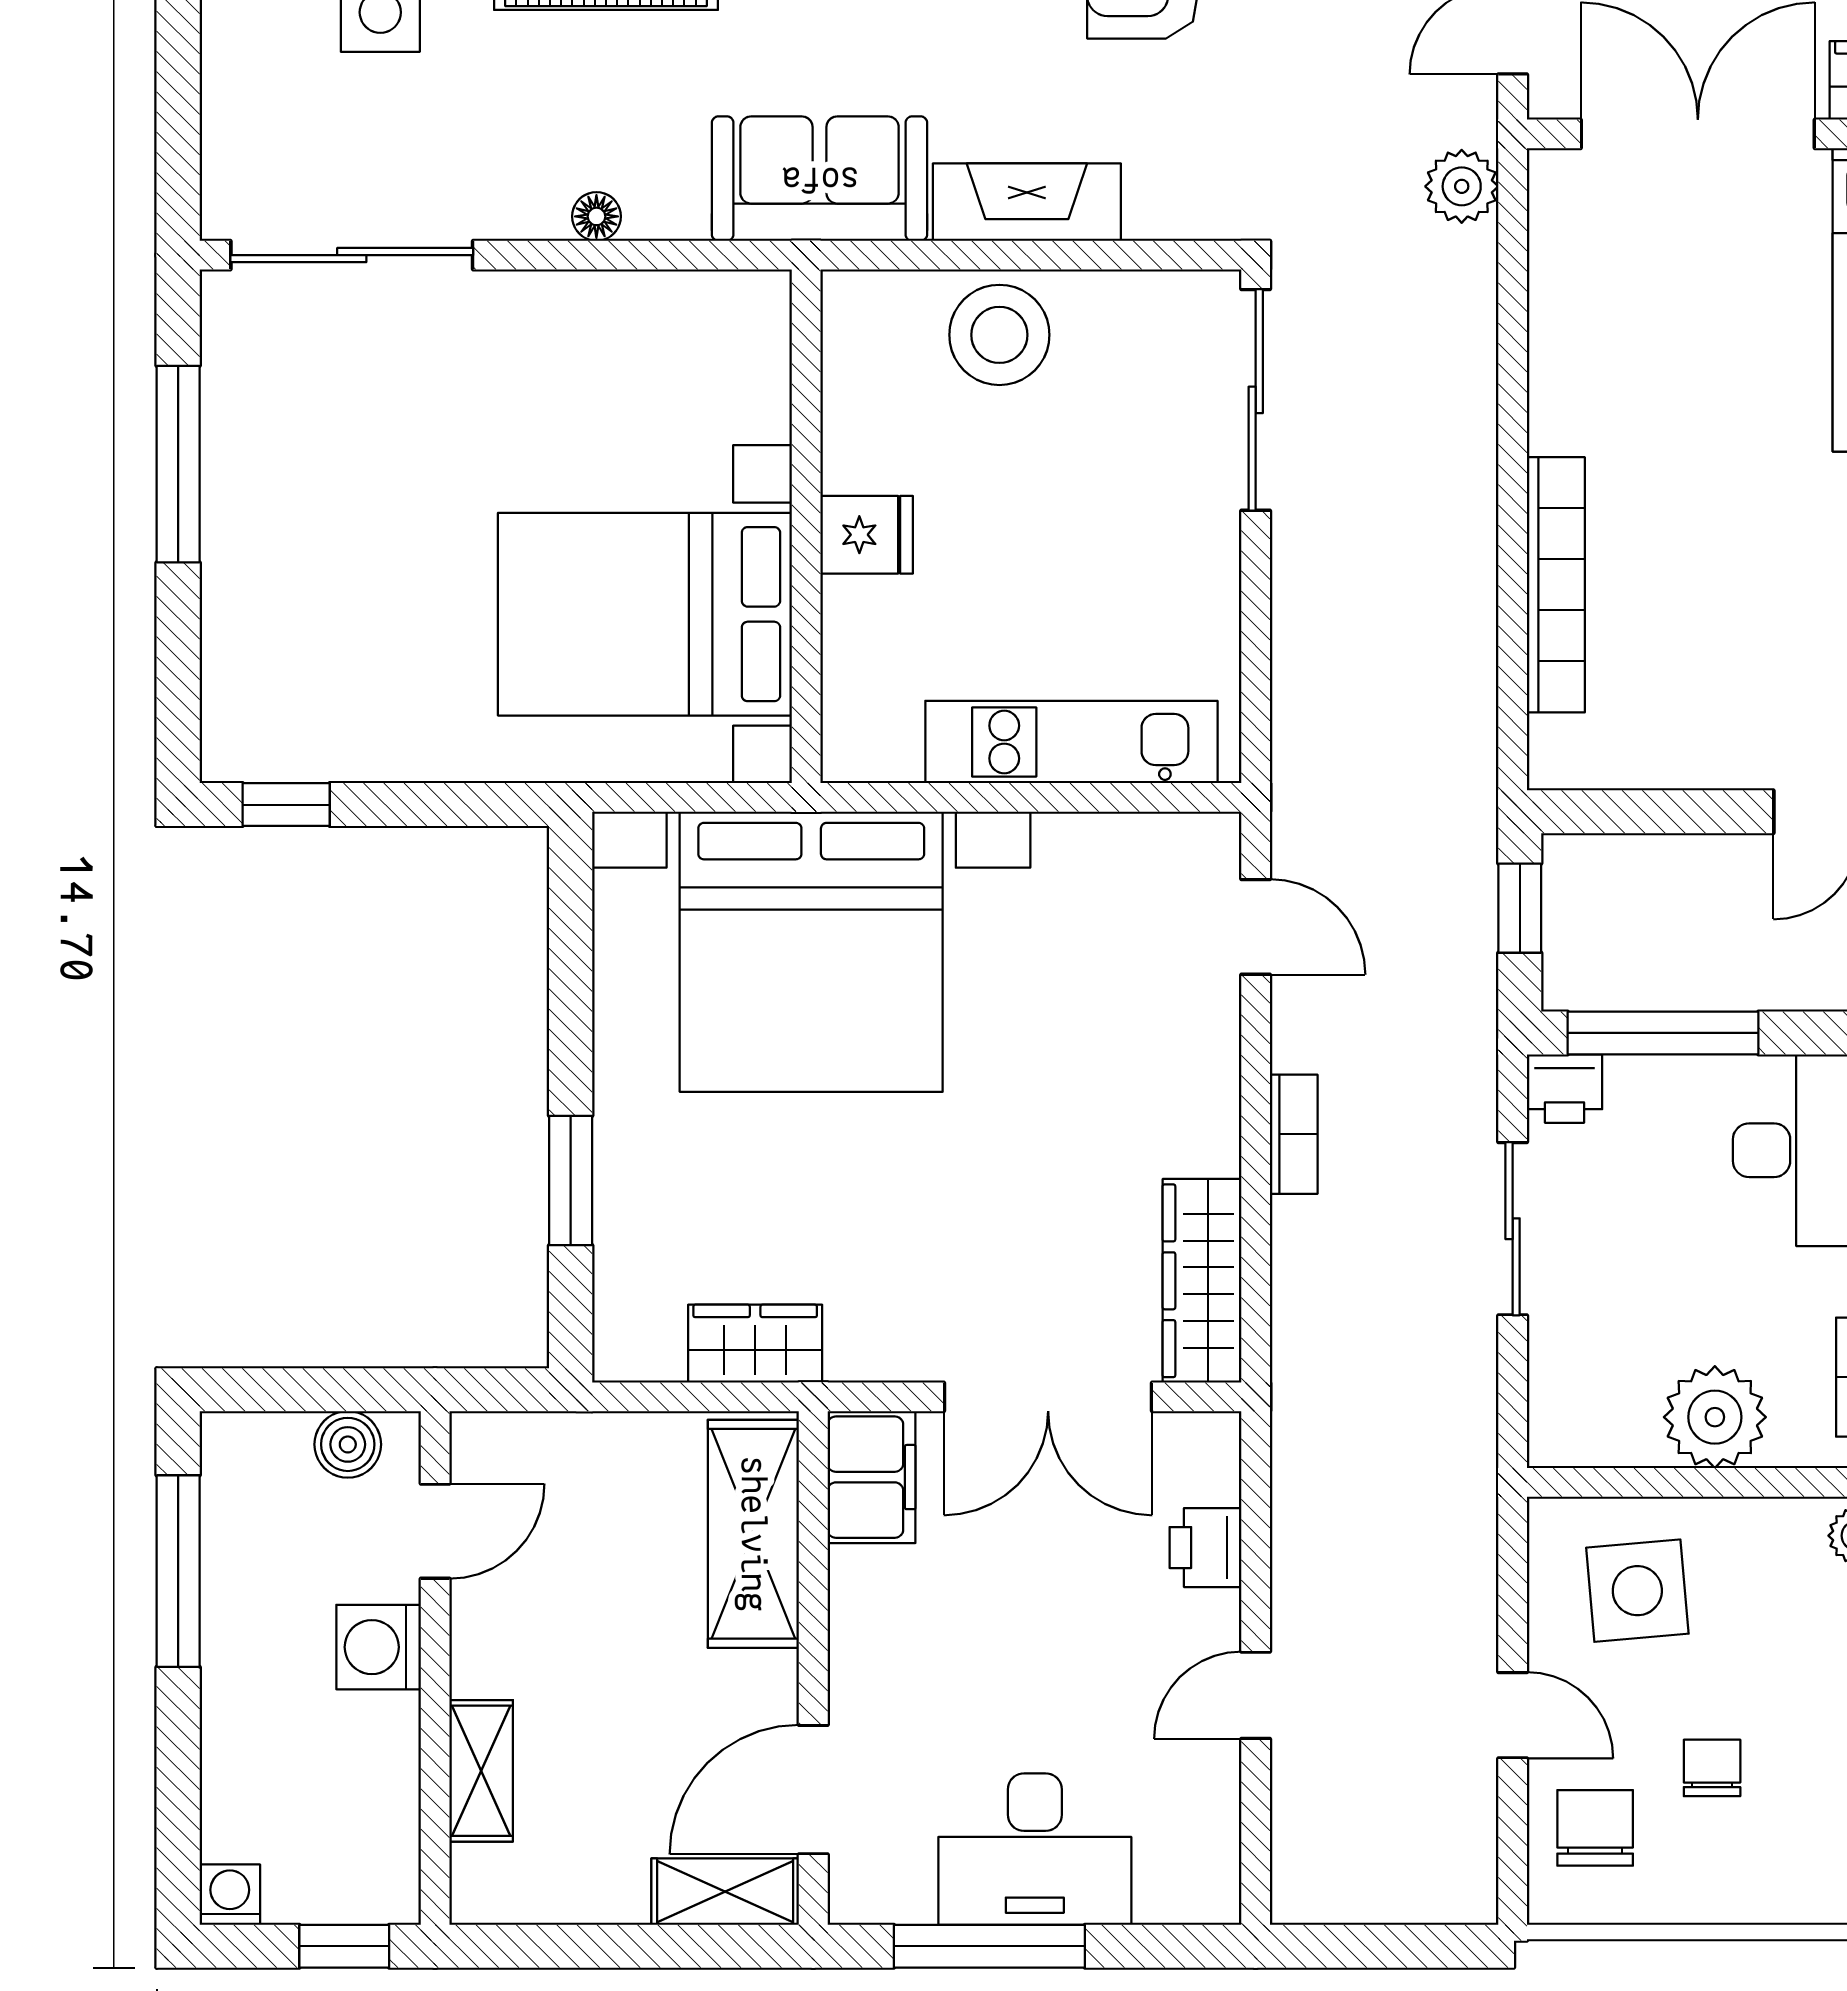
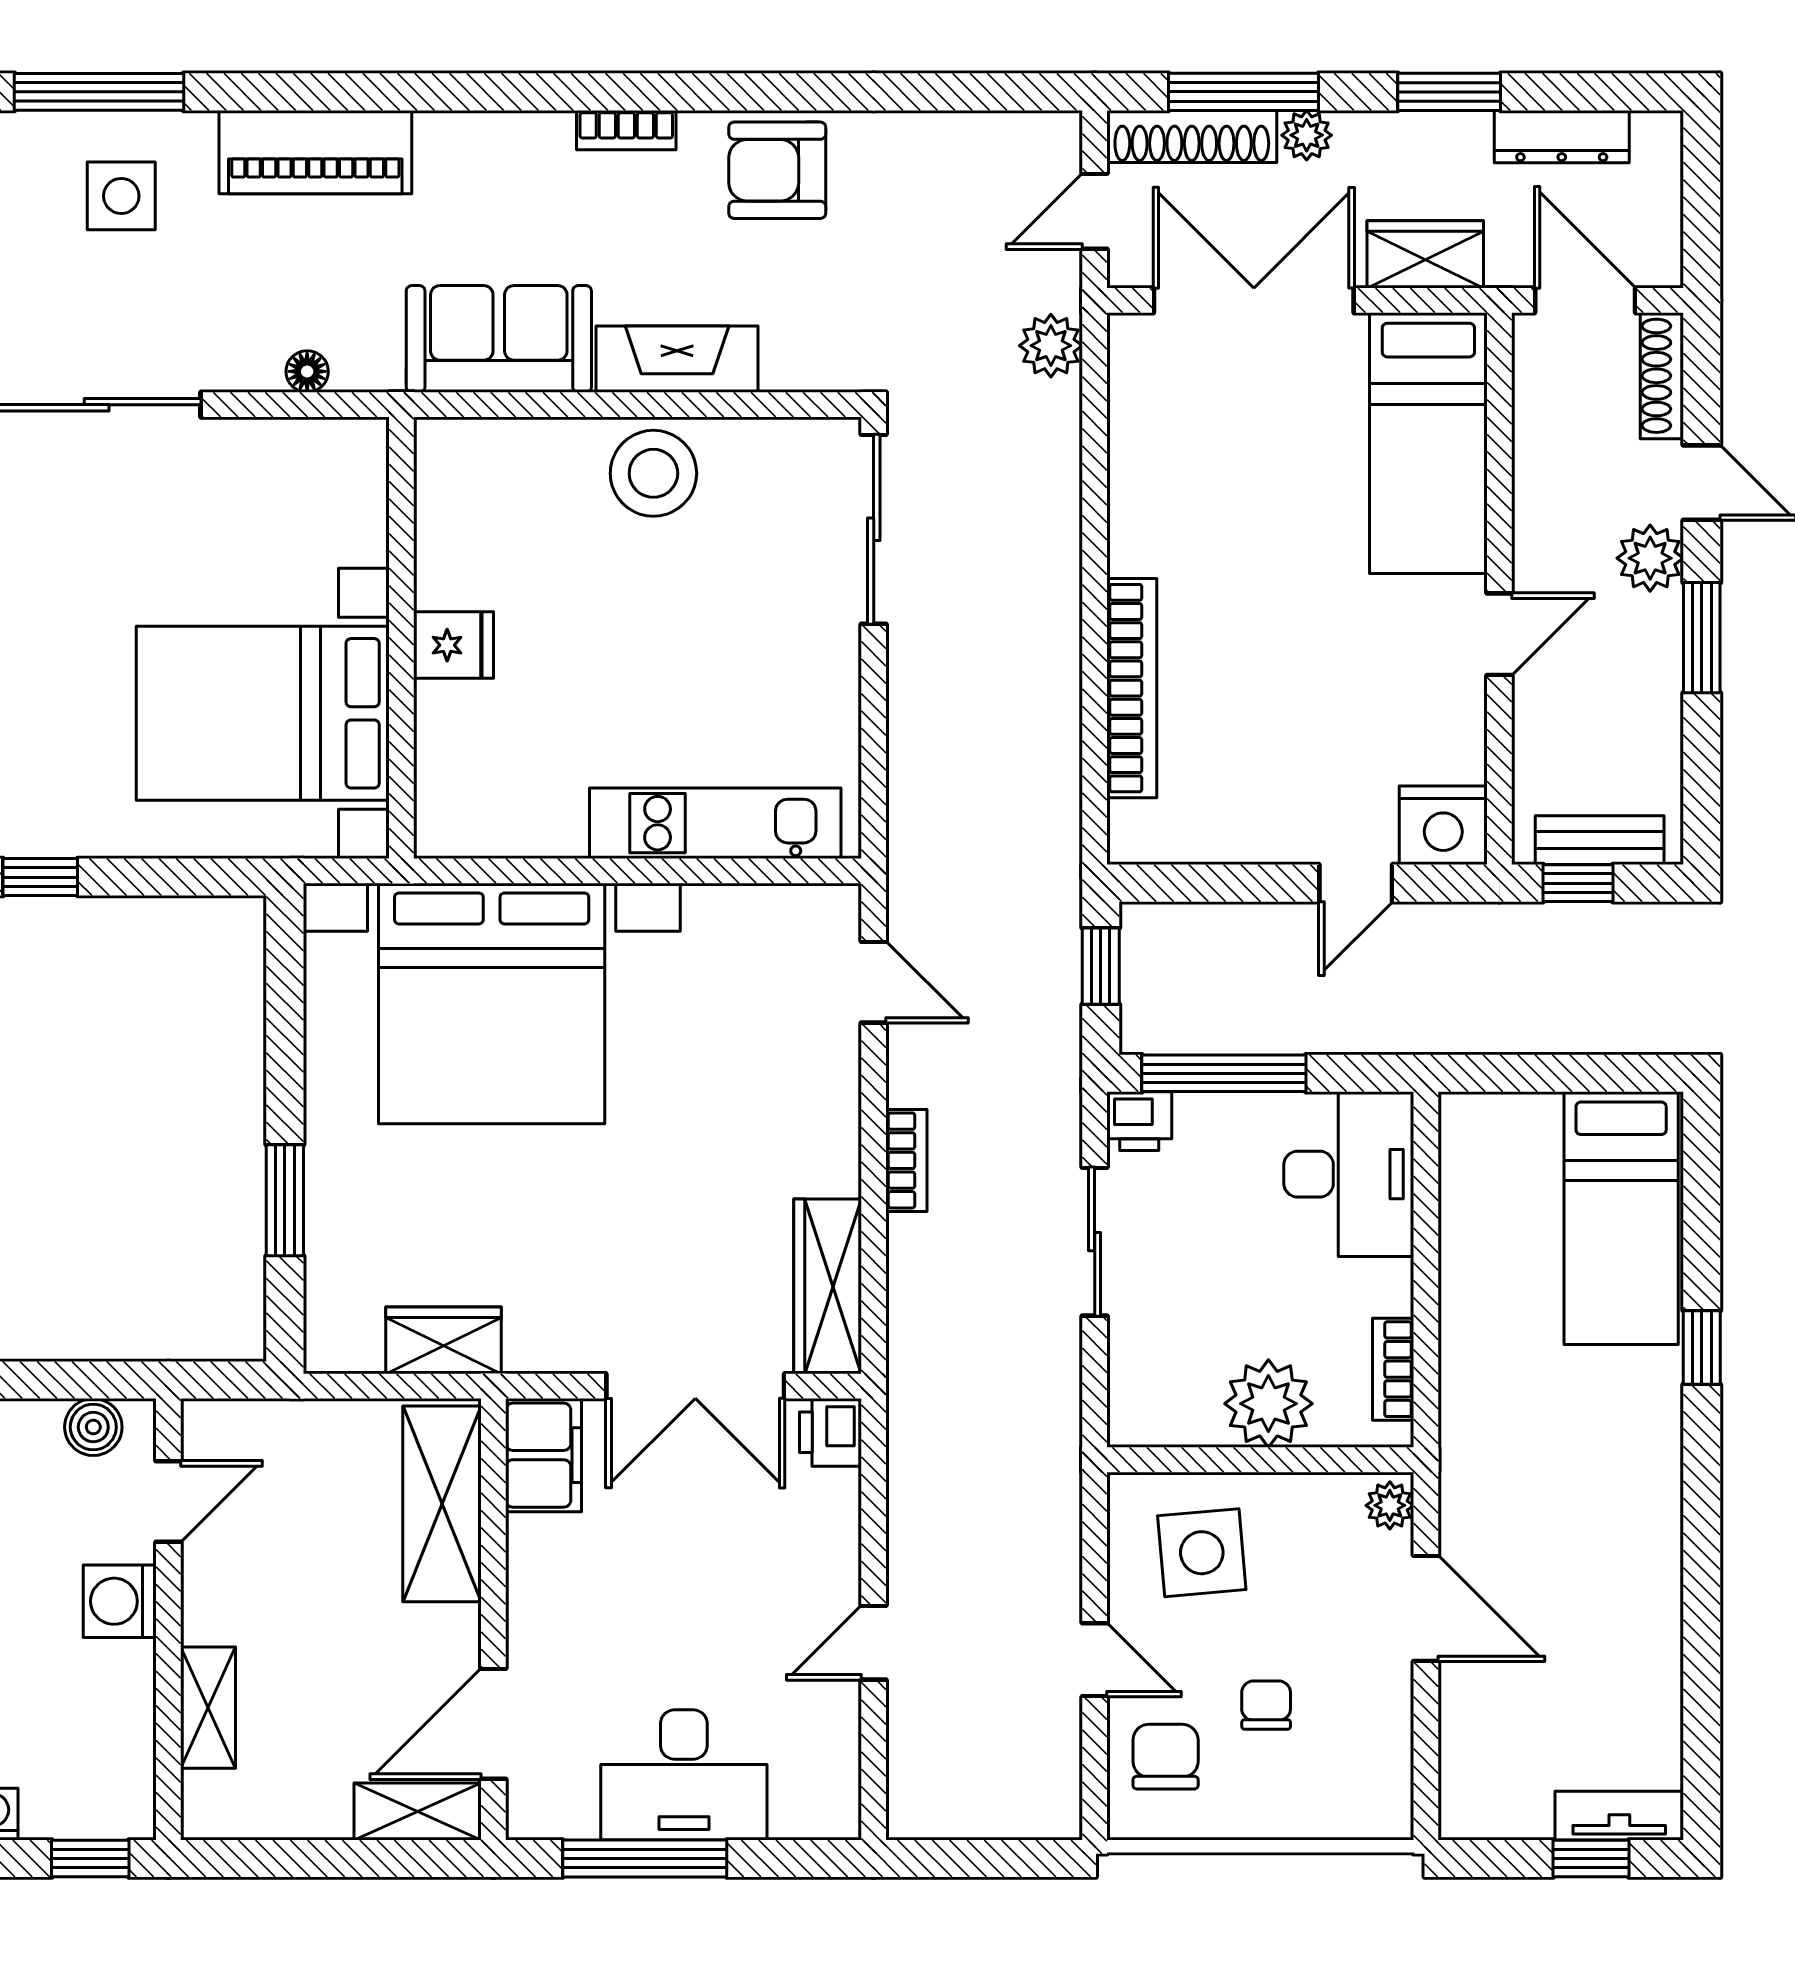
wall: (806, 526) -> (401, 638), moved
fridge: (867, 535) -> (453, 645), moved
bed with nightstands: (645, 614) -> (263, 713), moved
printer: (1205, 1548) -> (831, 1432), moved

